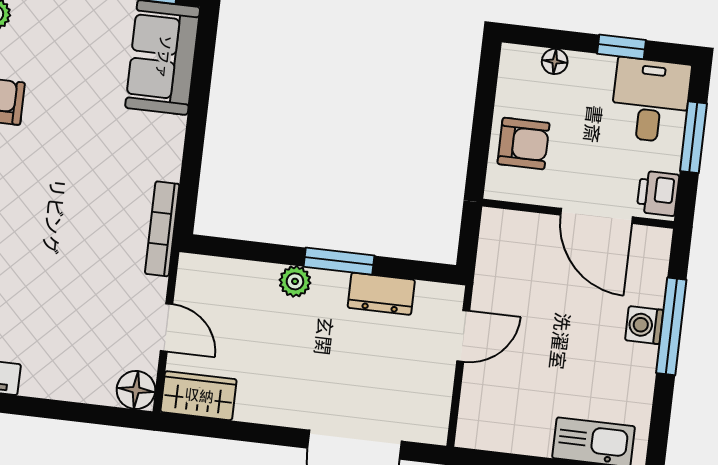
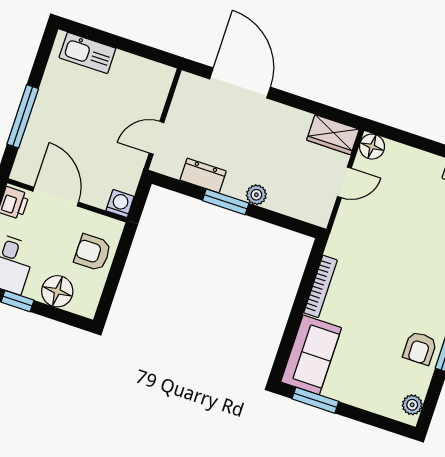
floor lamp: (555, 61) -> (57, 291), width x1.89, depth x1.89
bookcase: (162, 229) -> (320, 286), moved
washing machine: (644, 325) -> (120, 204), moved, turned -90
door: (166, 327) -> (344, 182), swing flipped

